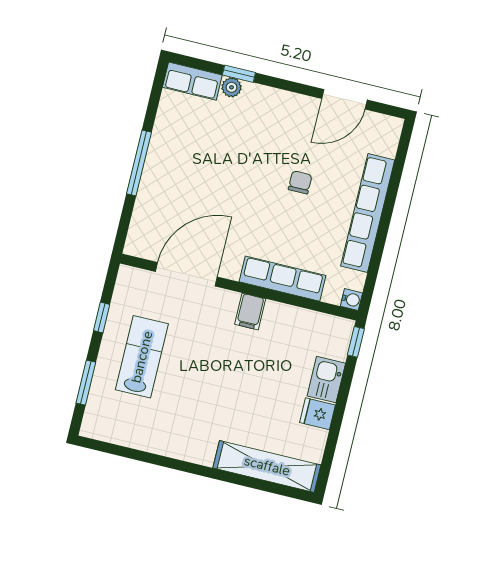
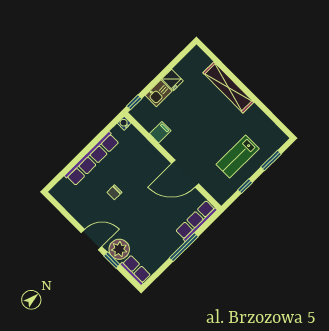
plant: (232, 87) -> (119, 249), width x1.88, depth x1.88
door: (344, 99) -> (91, 240), moved
door: (186, 274) -> (185, 174), moved
row of seats: (282, 279) -> (196, 221), moved, turned 90
filing cabinet: (250, 312) -> (160, 132), moved
shelving: (267, 466) -> (228, 87), moved

